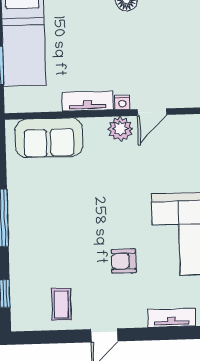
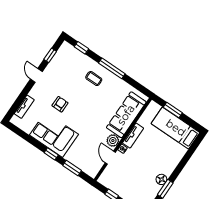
sofa: (49, 138) -> (126, 115), width x1.36
coffee table: (61, 304) -> (94, 79), moved
window: (54, 337) -> (50, 55), added

